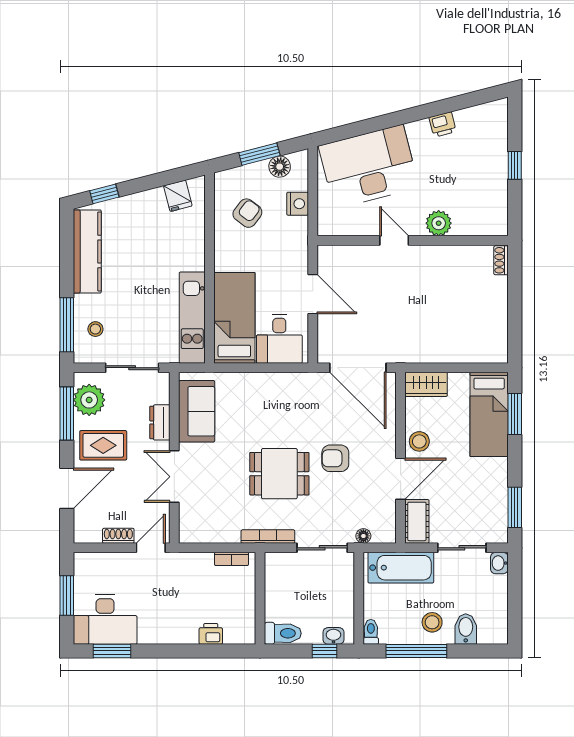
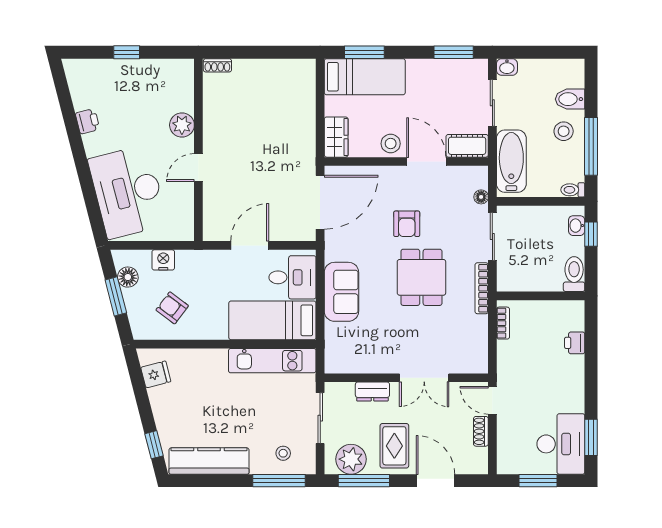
sofa: (197, 411) -> (341, 292), moved, turned 90

